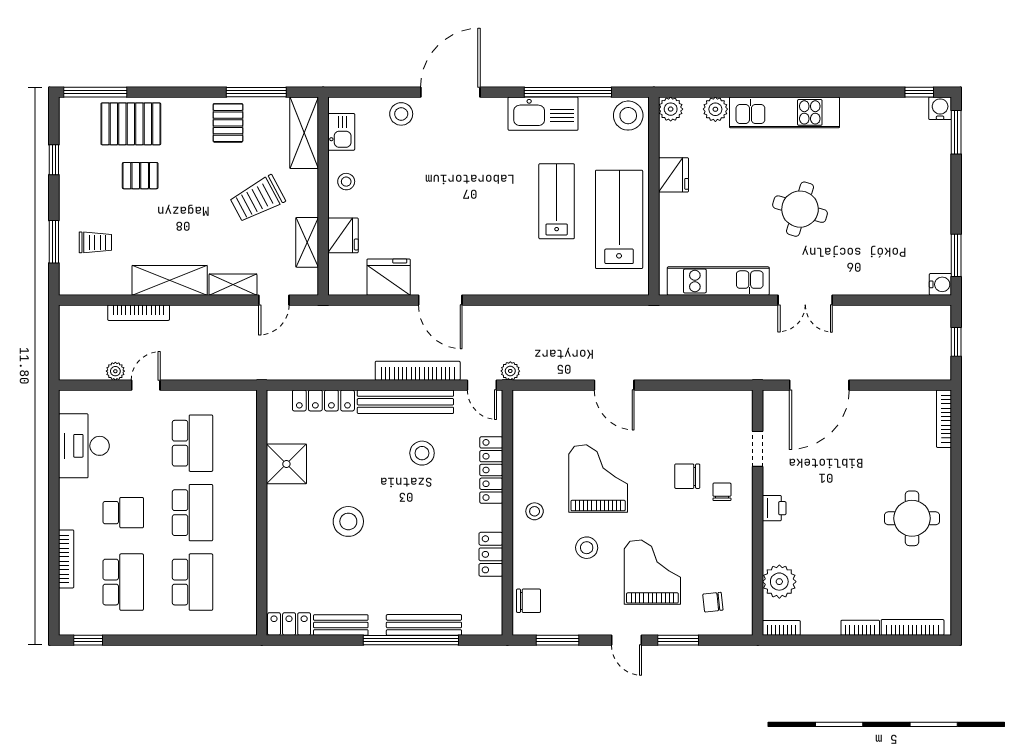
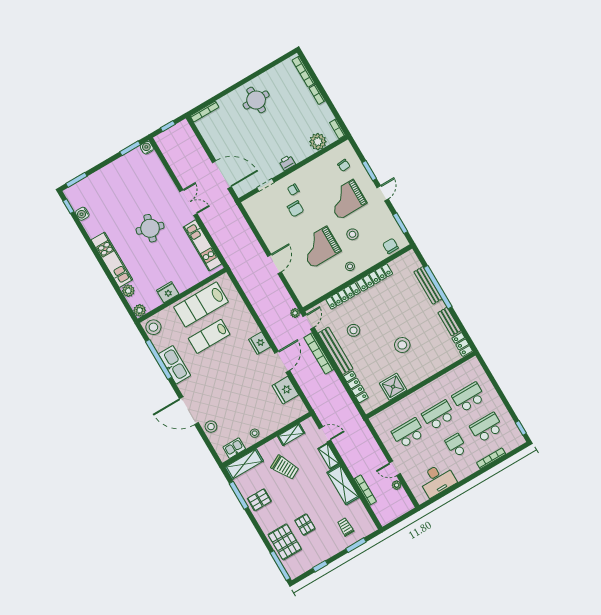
water cooler: (940, 108) -> (82, 214), moved
fridge: (343, 235) -> (260, 343), moved, turned -90
locker: (491, 554) -> (375, 278), width x1.53

